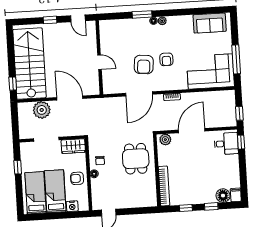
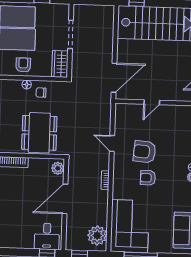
door: (139, 94) -> (112, 143), width x0.53
door: (70, 98) -> (114, 78), moved
plant: (42, 110) -> (97, 235), moved
door: (192, 131) -> (65, 199), swing flipped
dining table: (136, 159) -> (39, 133), width x1.38

